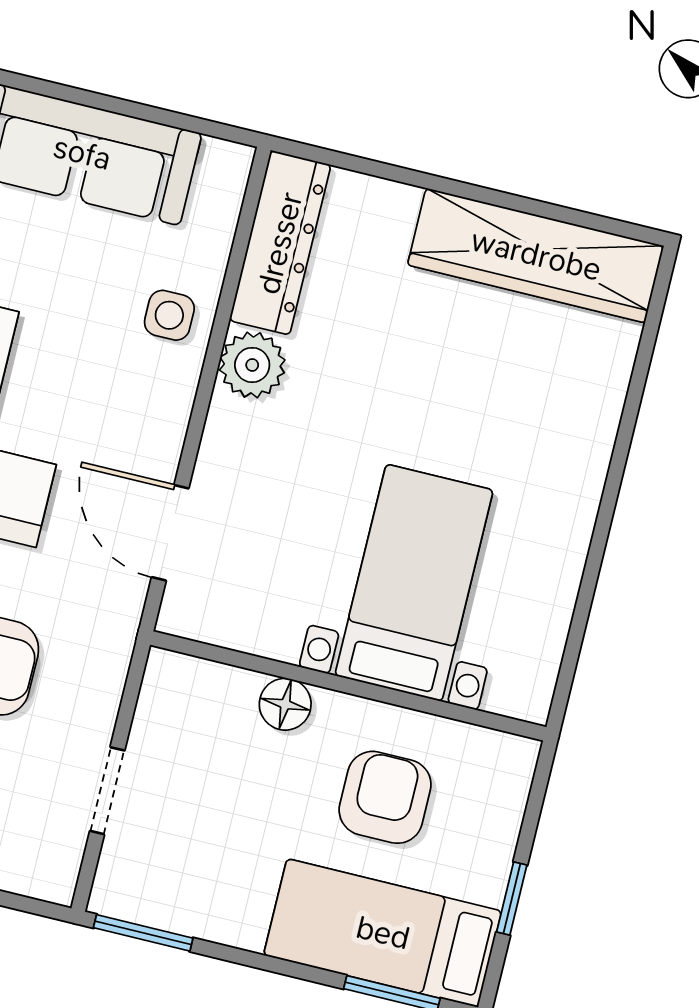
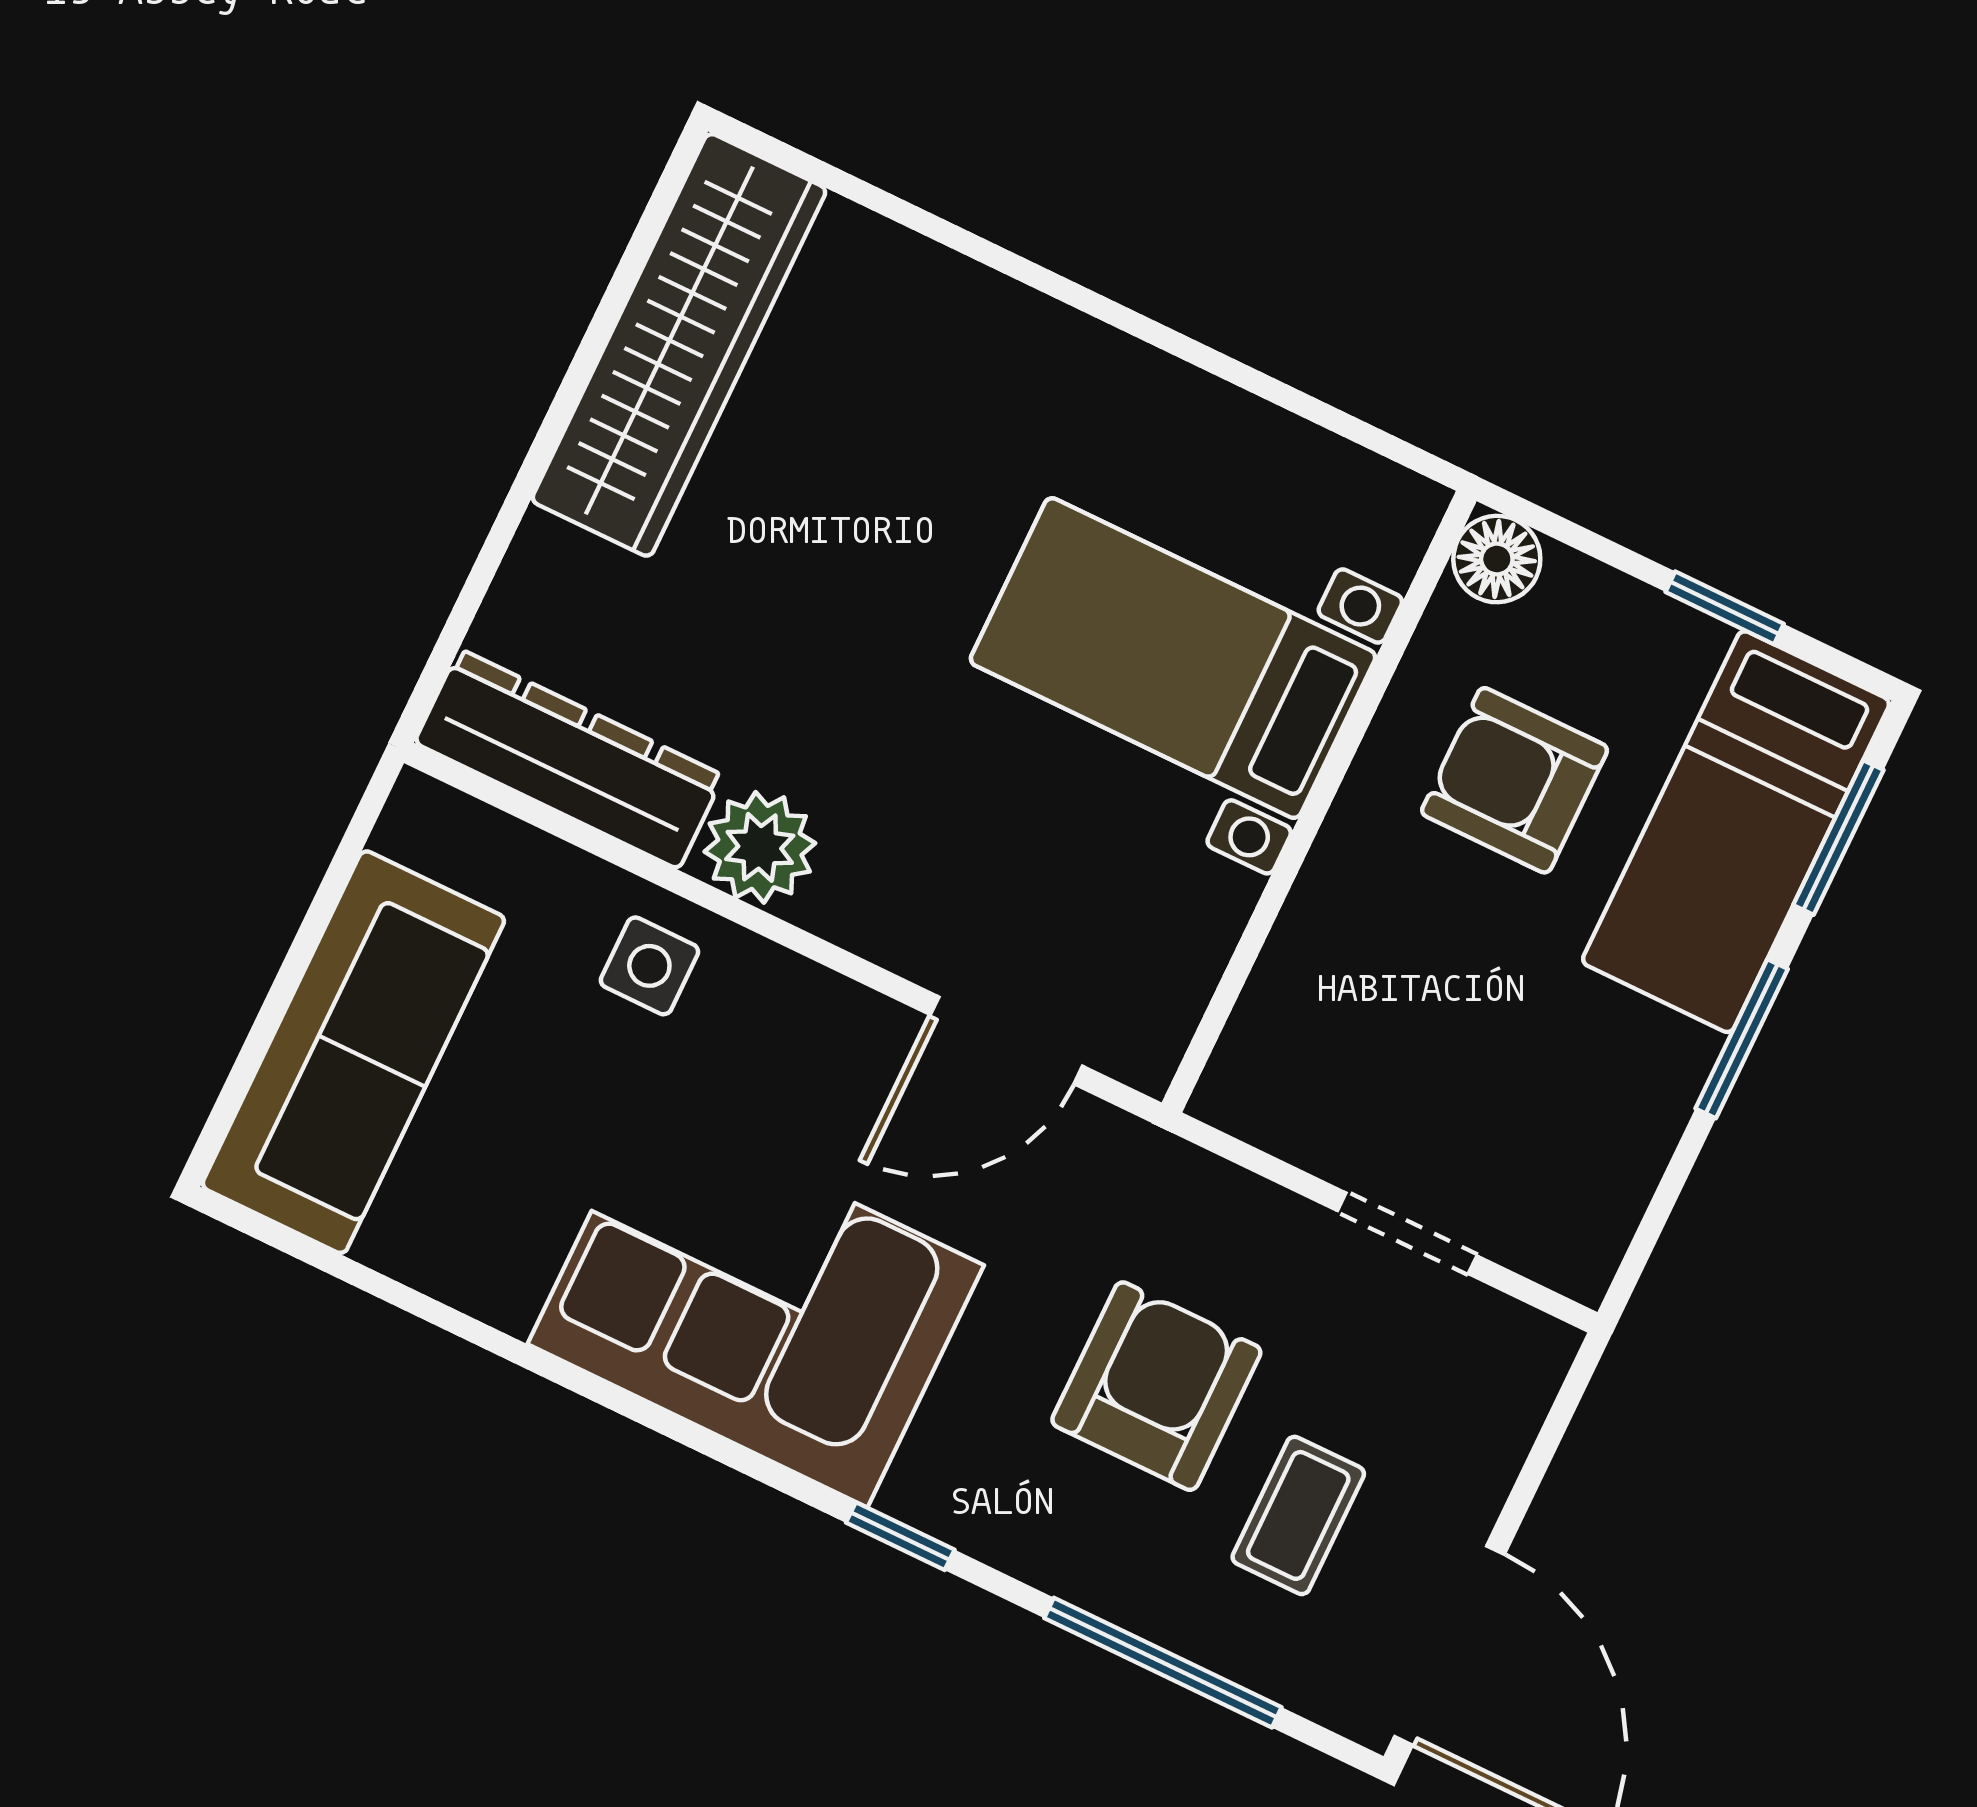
floor lamp: (285, 704) -> (1497, 559), moved
window: (143, 933) -> (1742, 1039), moved

